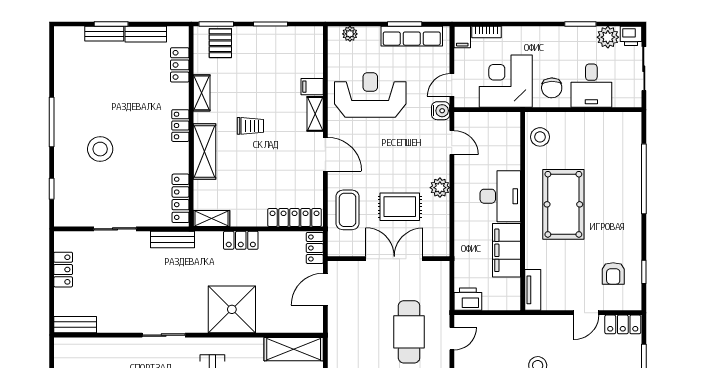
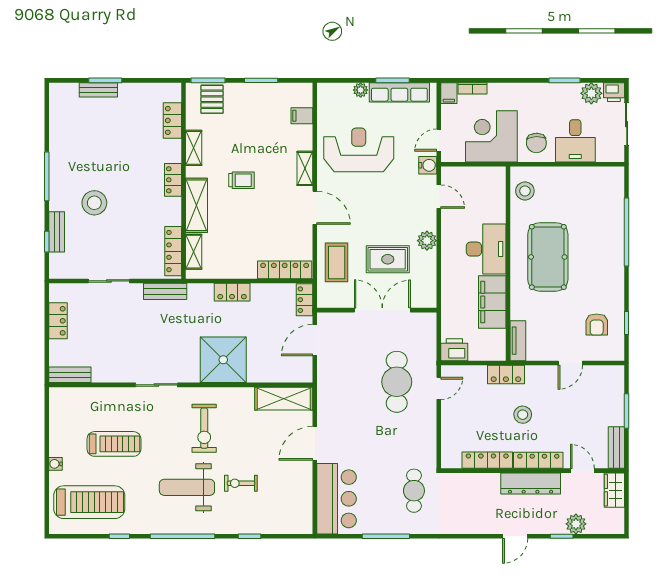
bench: (146, 34) -> (57, 232), moved, turned 90
plant: (350, 34) -> (361, 90), moved
filing cabinet: (312, 87) -> (302, 116), moved
shelving: (211, 219) -> (194, 252), moved, turned 90
locker: (623, 324) -> (506, 375), moved

